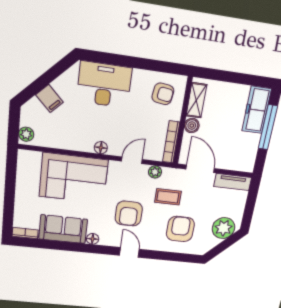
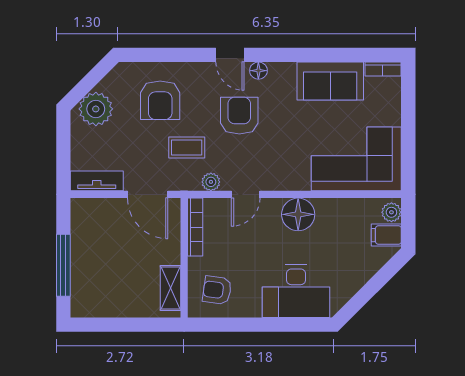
filing cabinet: (49, 99) -> (386, 235), moved, turned -45
freezer: (257, 110) -> (85, 287), removed
boiler: (192, 126) -> (171, 253), removed
floor lamp: (101, 148) -> (298, 214), width x1.89, depth x1.89
corner sofa: (74, 178) -> (356, 159), moved
floor lamp: (93, 239) -> (258, 71), moved

